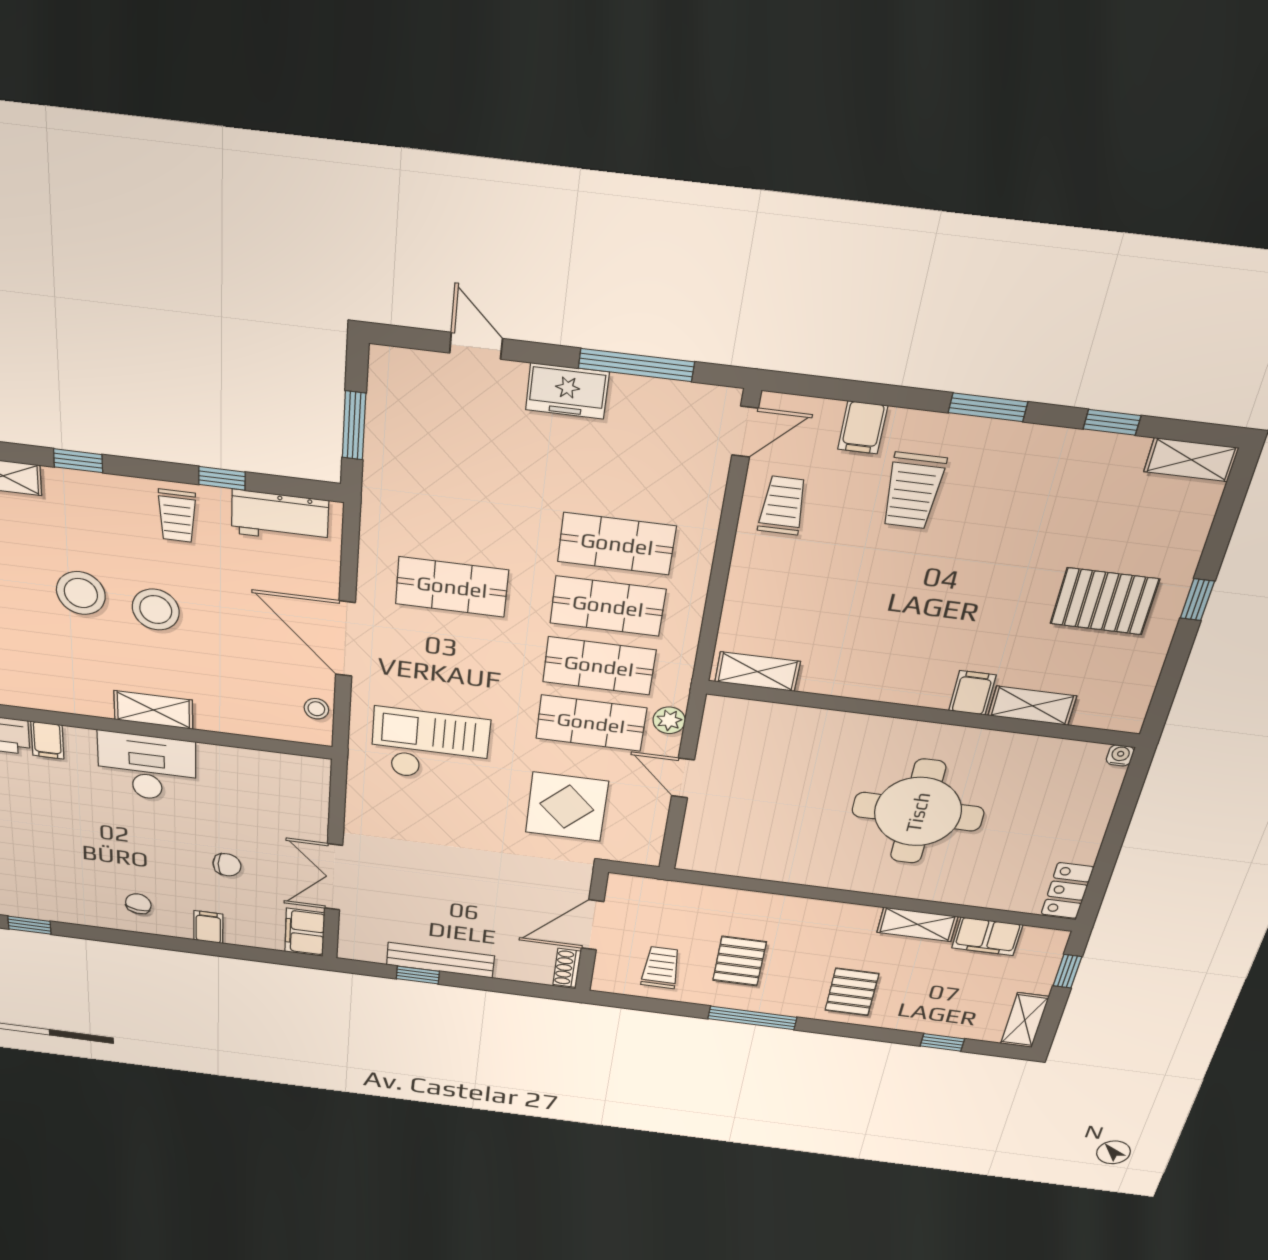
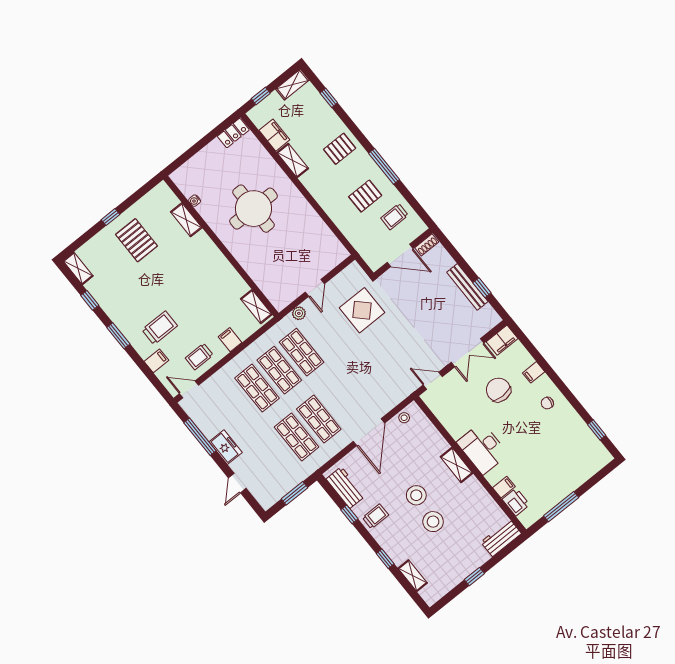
filing cabinet: (972, 693) -> (230, 340), moved, turned 90
shop shelf: (591, 723) -> (297, 437), moved
checkout: (430, 746) -> (383, 372), removed
water cooler: (1120, 755) -> (195, 201), moved
door: (337, 798) -> (433, 381), added
chair: (227, 865) -> (498, 390), width x1.87, depth x1.87

